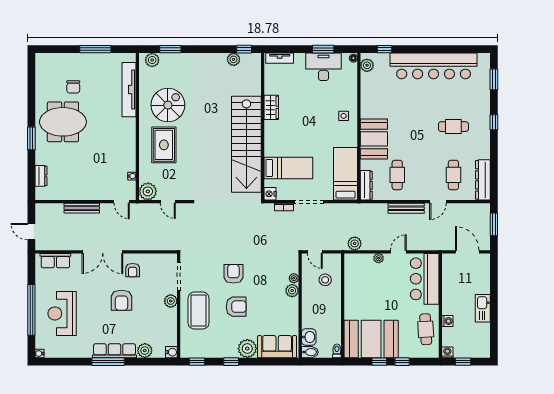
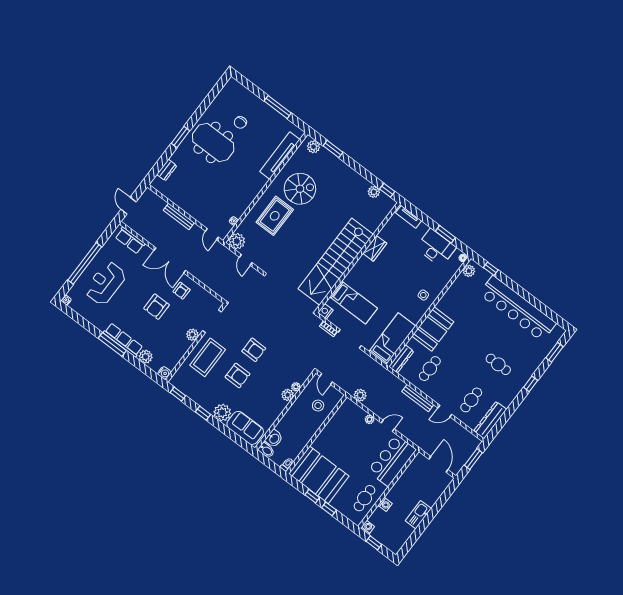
armchair: (233, 274) -> (254, 350), turned 90

